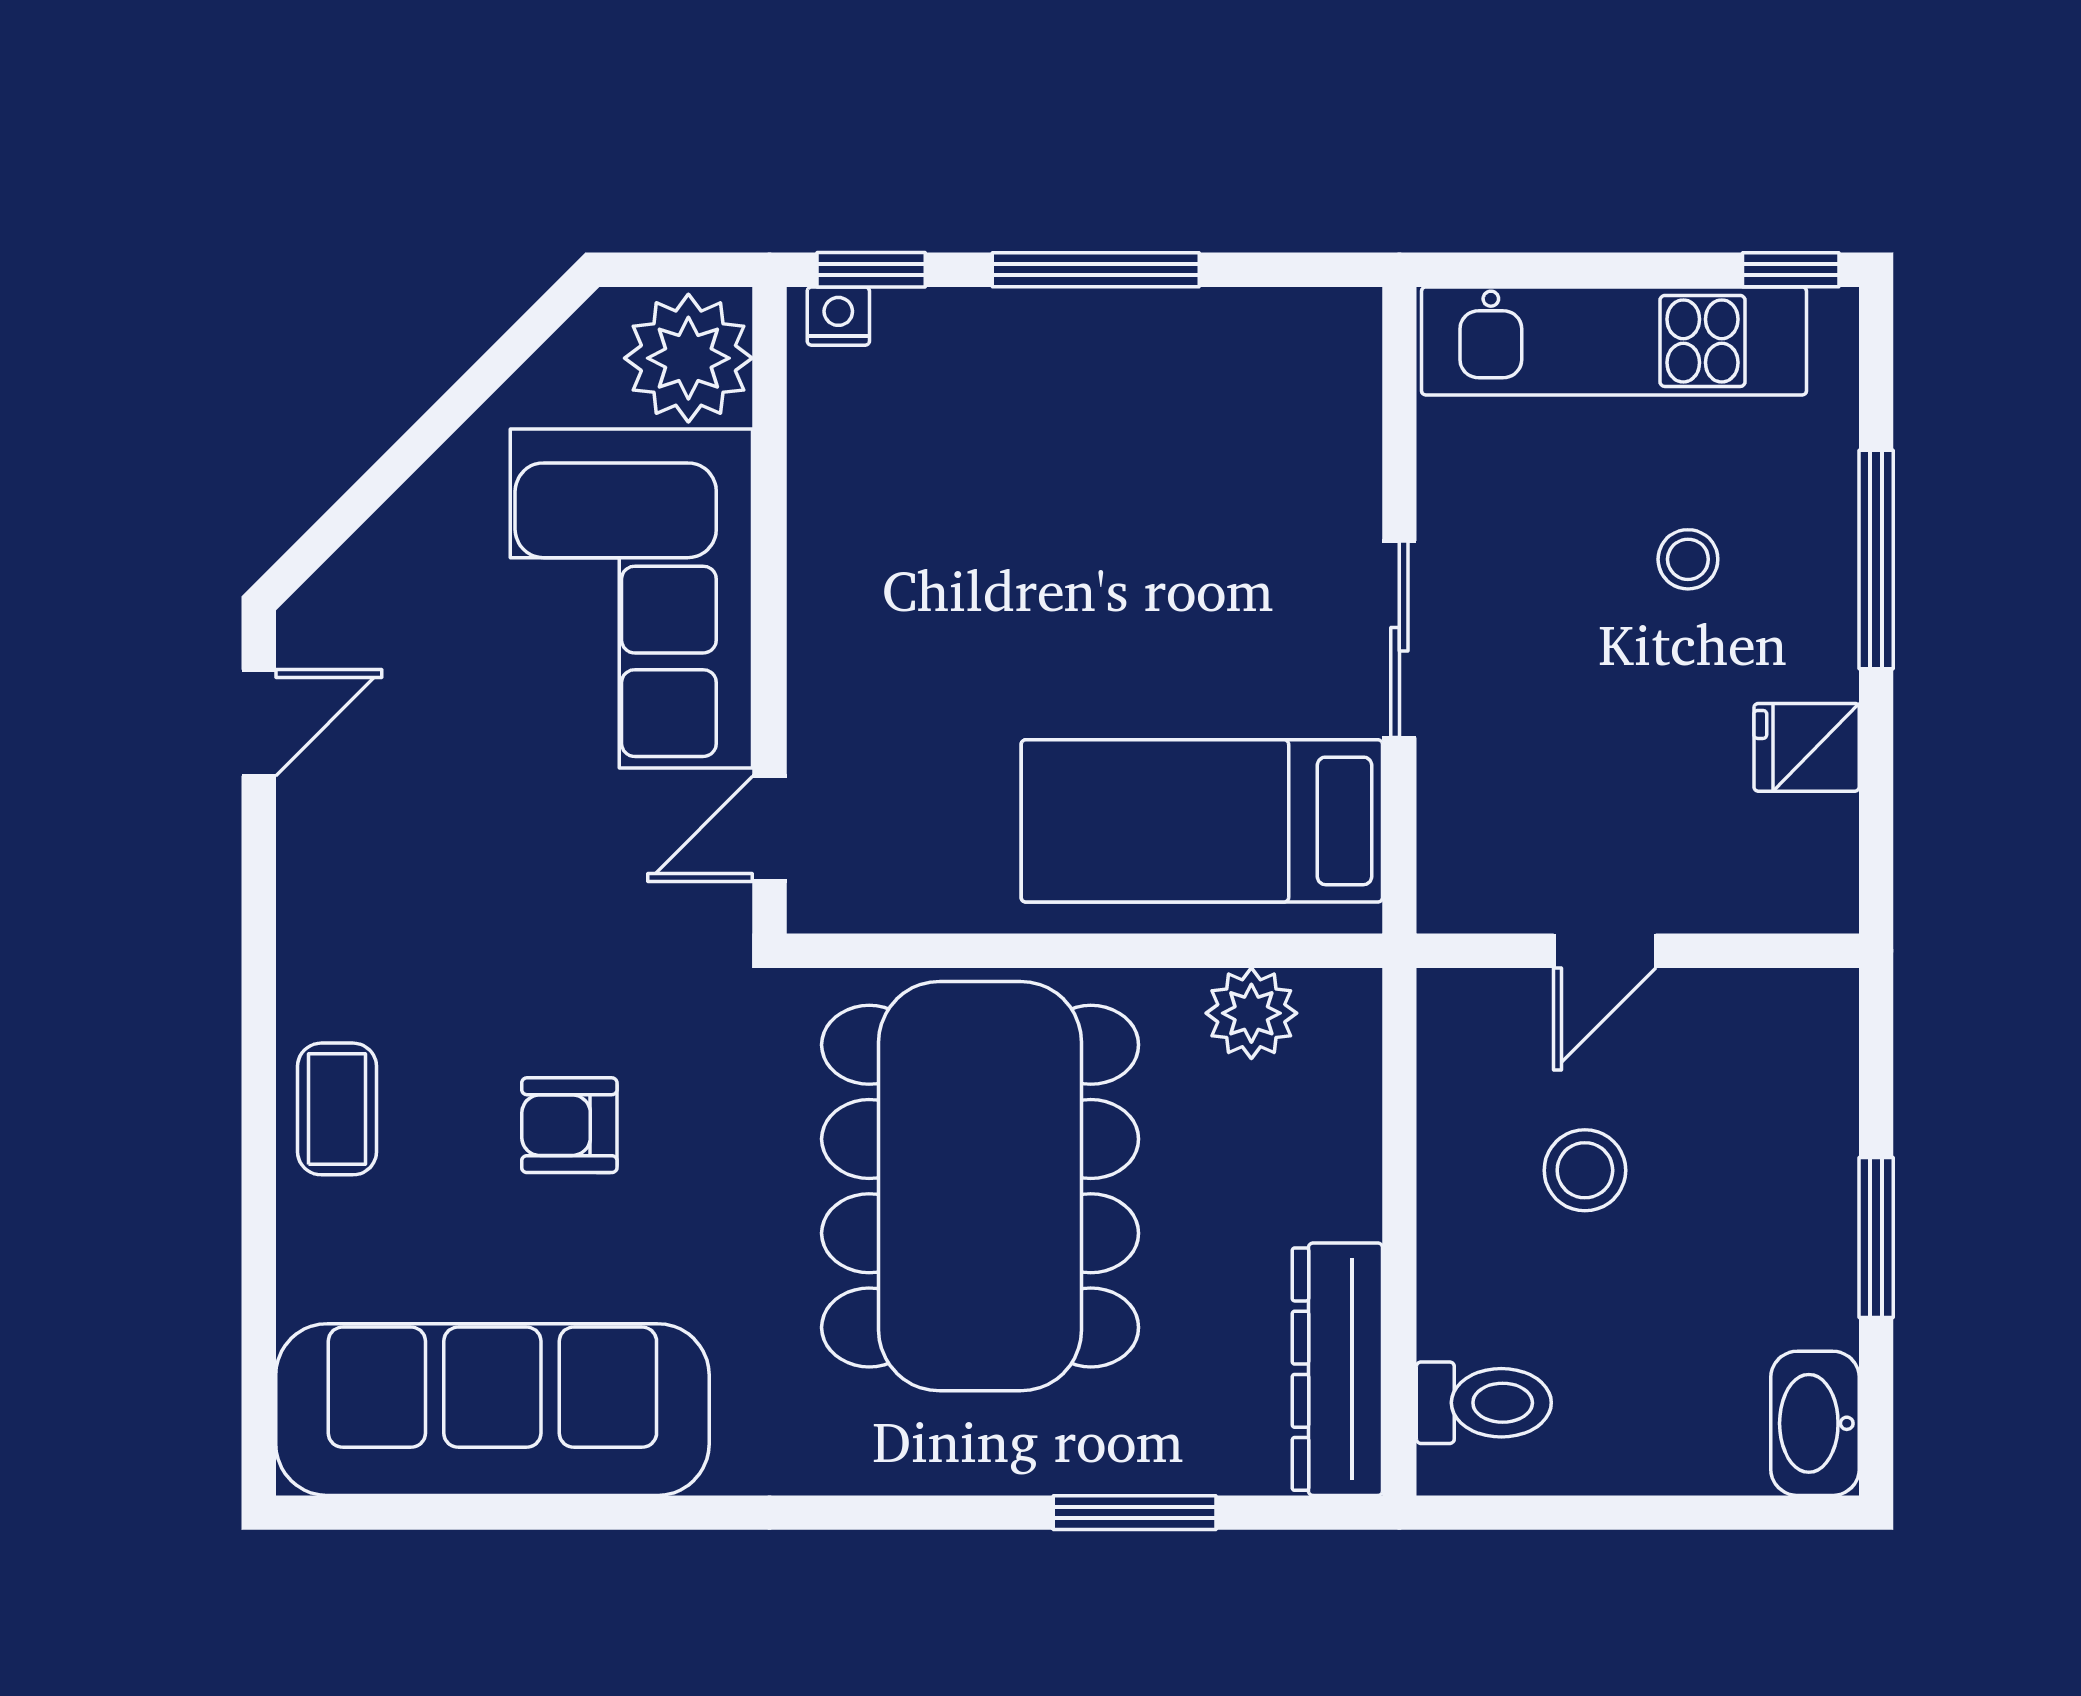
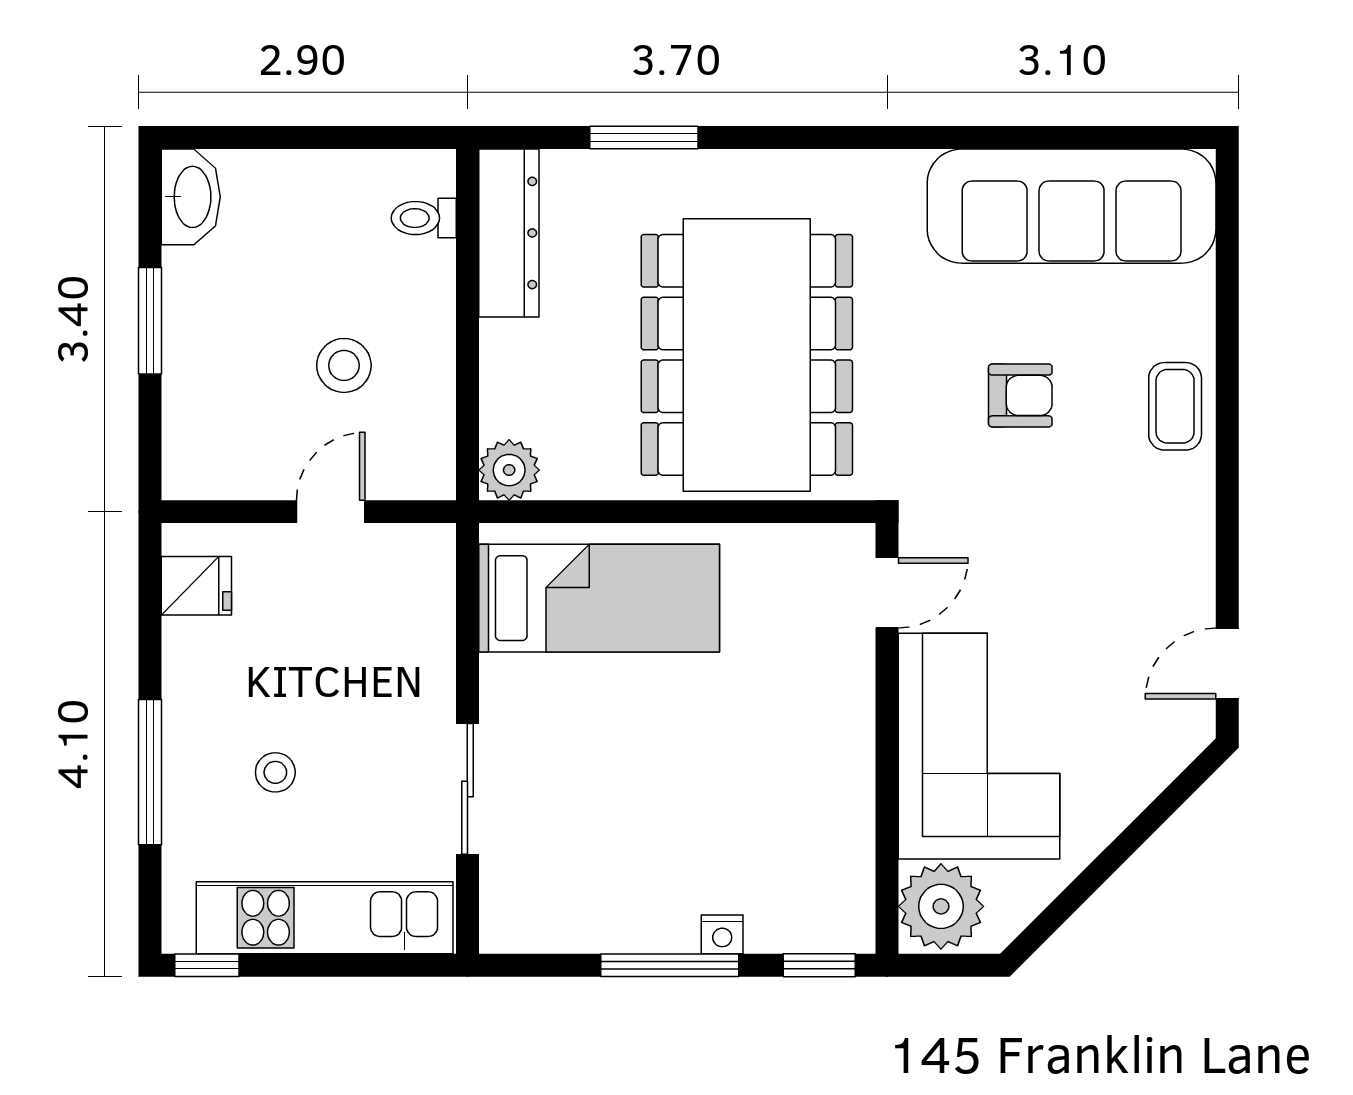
nightstand: (838, 316) -> (722, 934), moved
sliding door: (1399, 639) -> (467, 789), moved
fridge: (1807, 747) -> (196, 586), moved
plant: (1251, 1013) -> (509, 470), moved
toilet: (1484, 1403) -> (424, 218), width x0.73, depth x0.72

